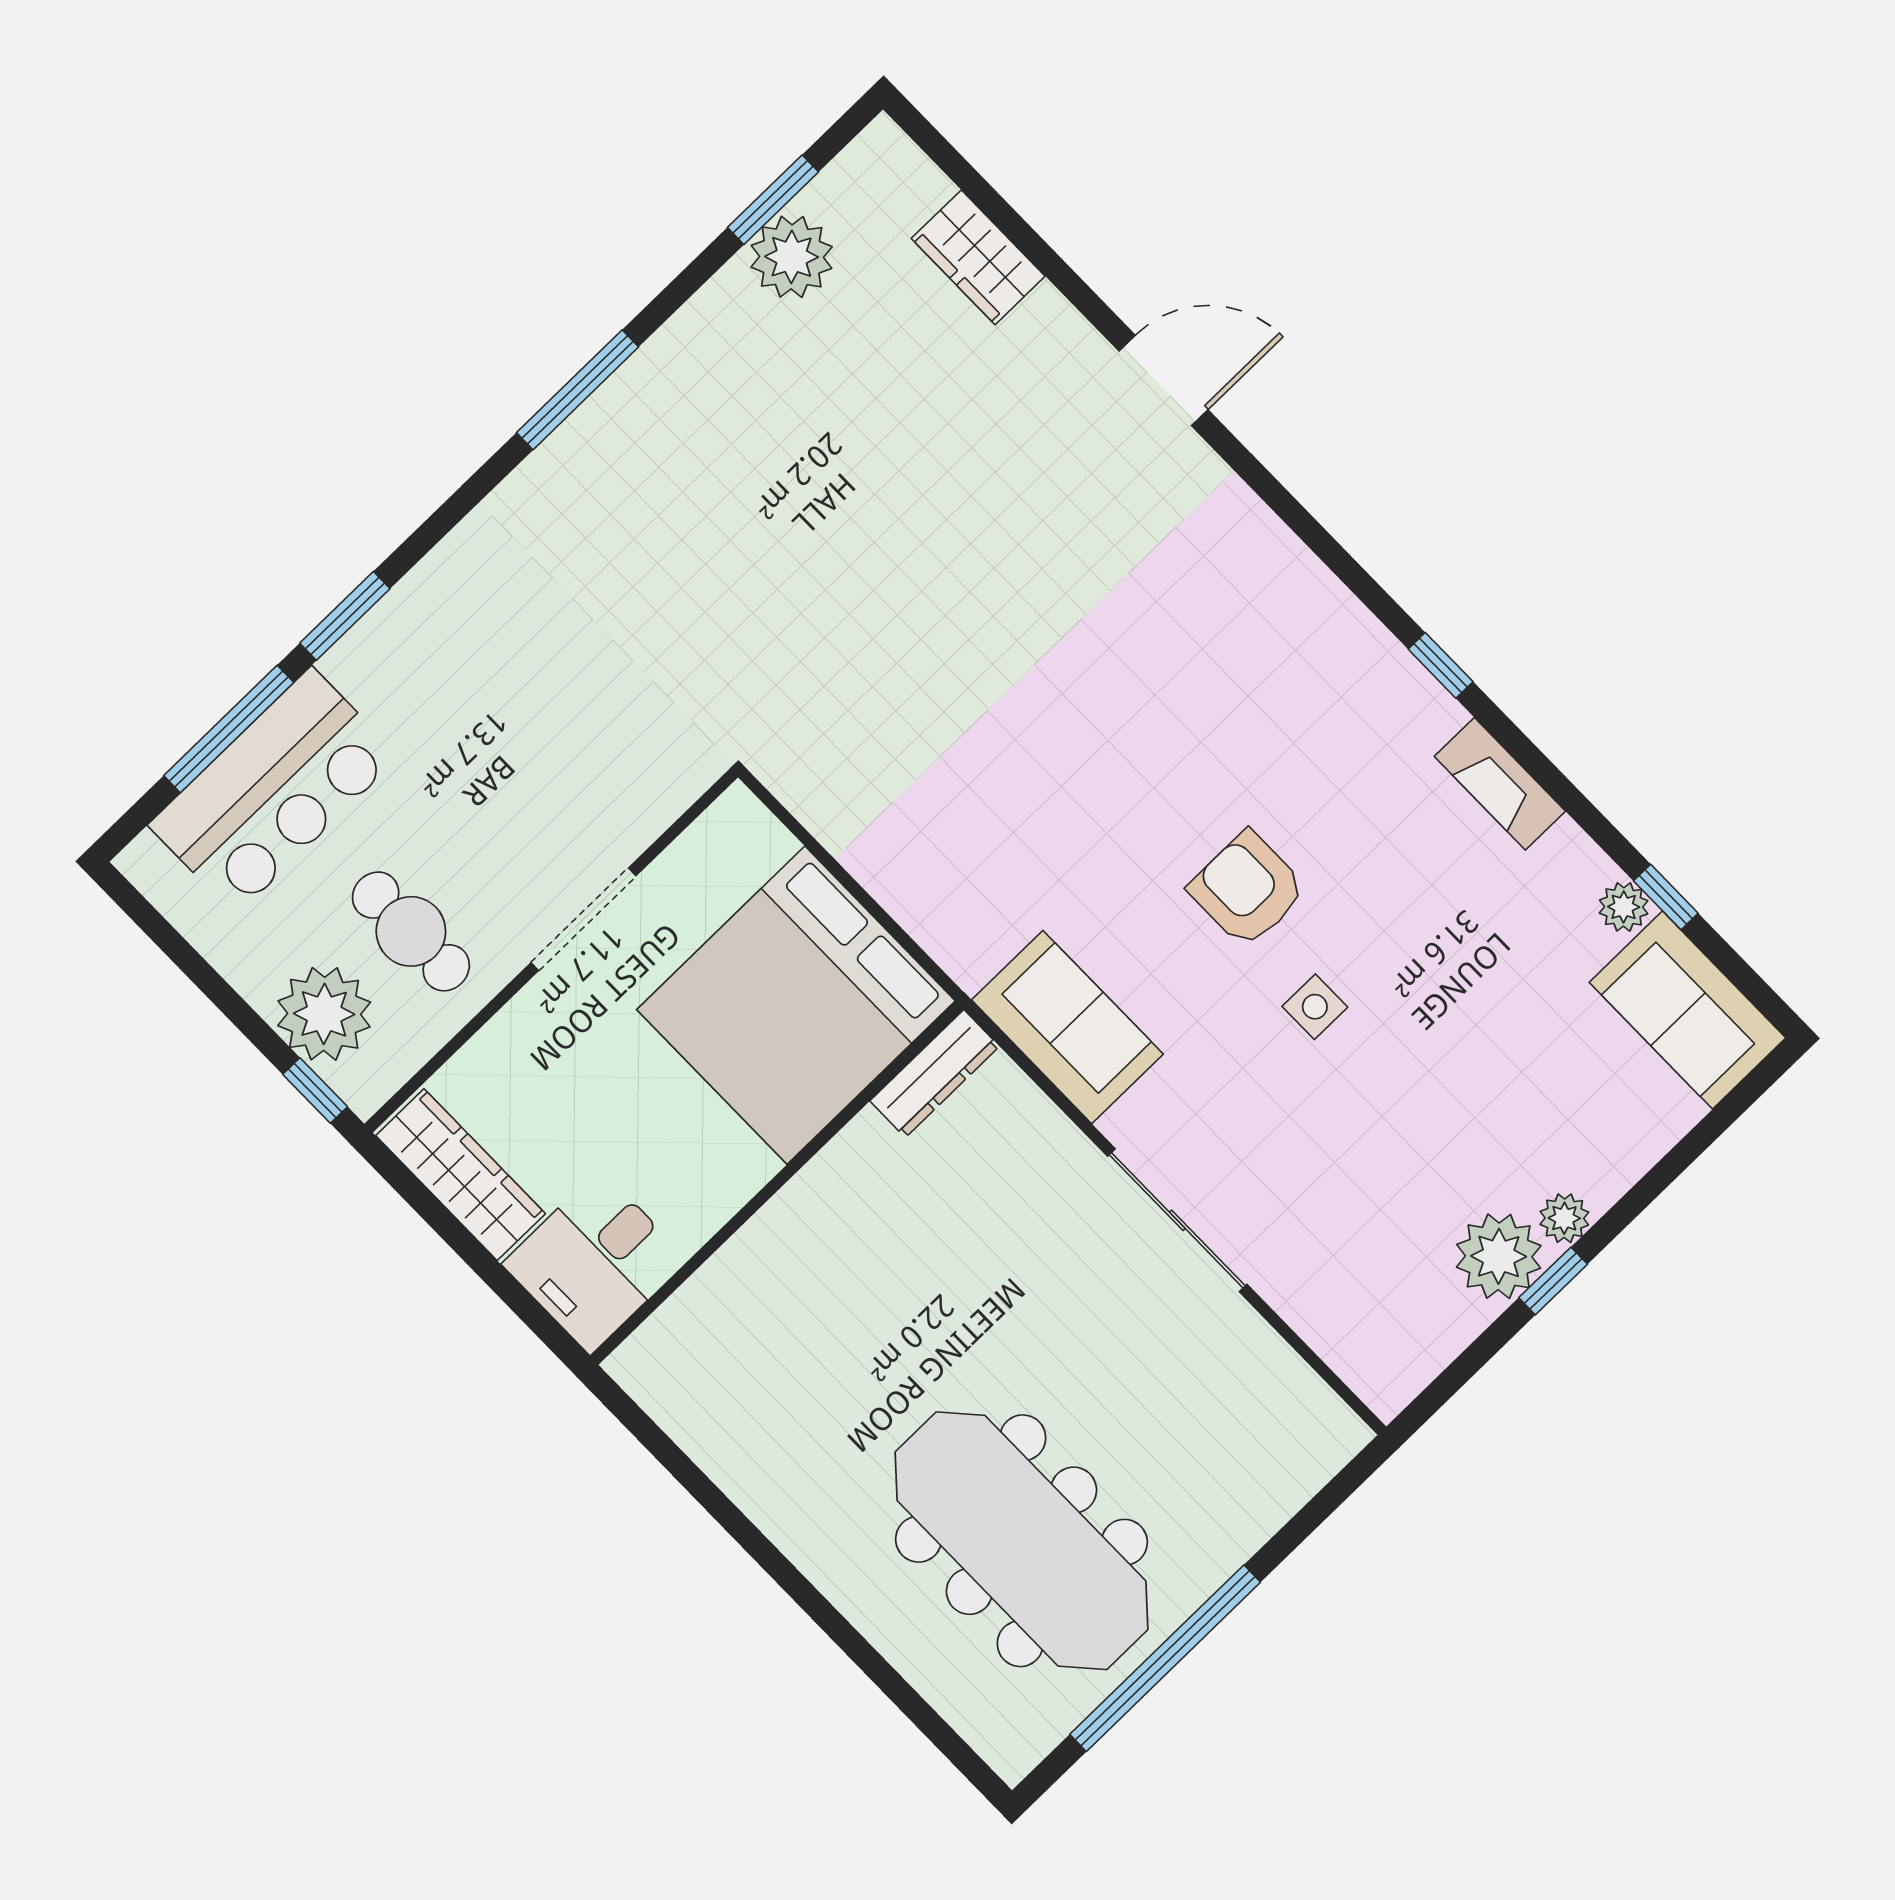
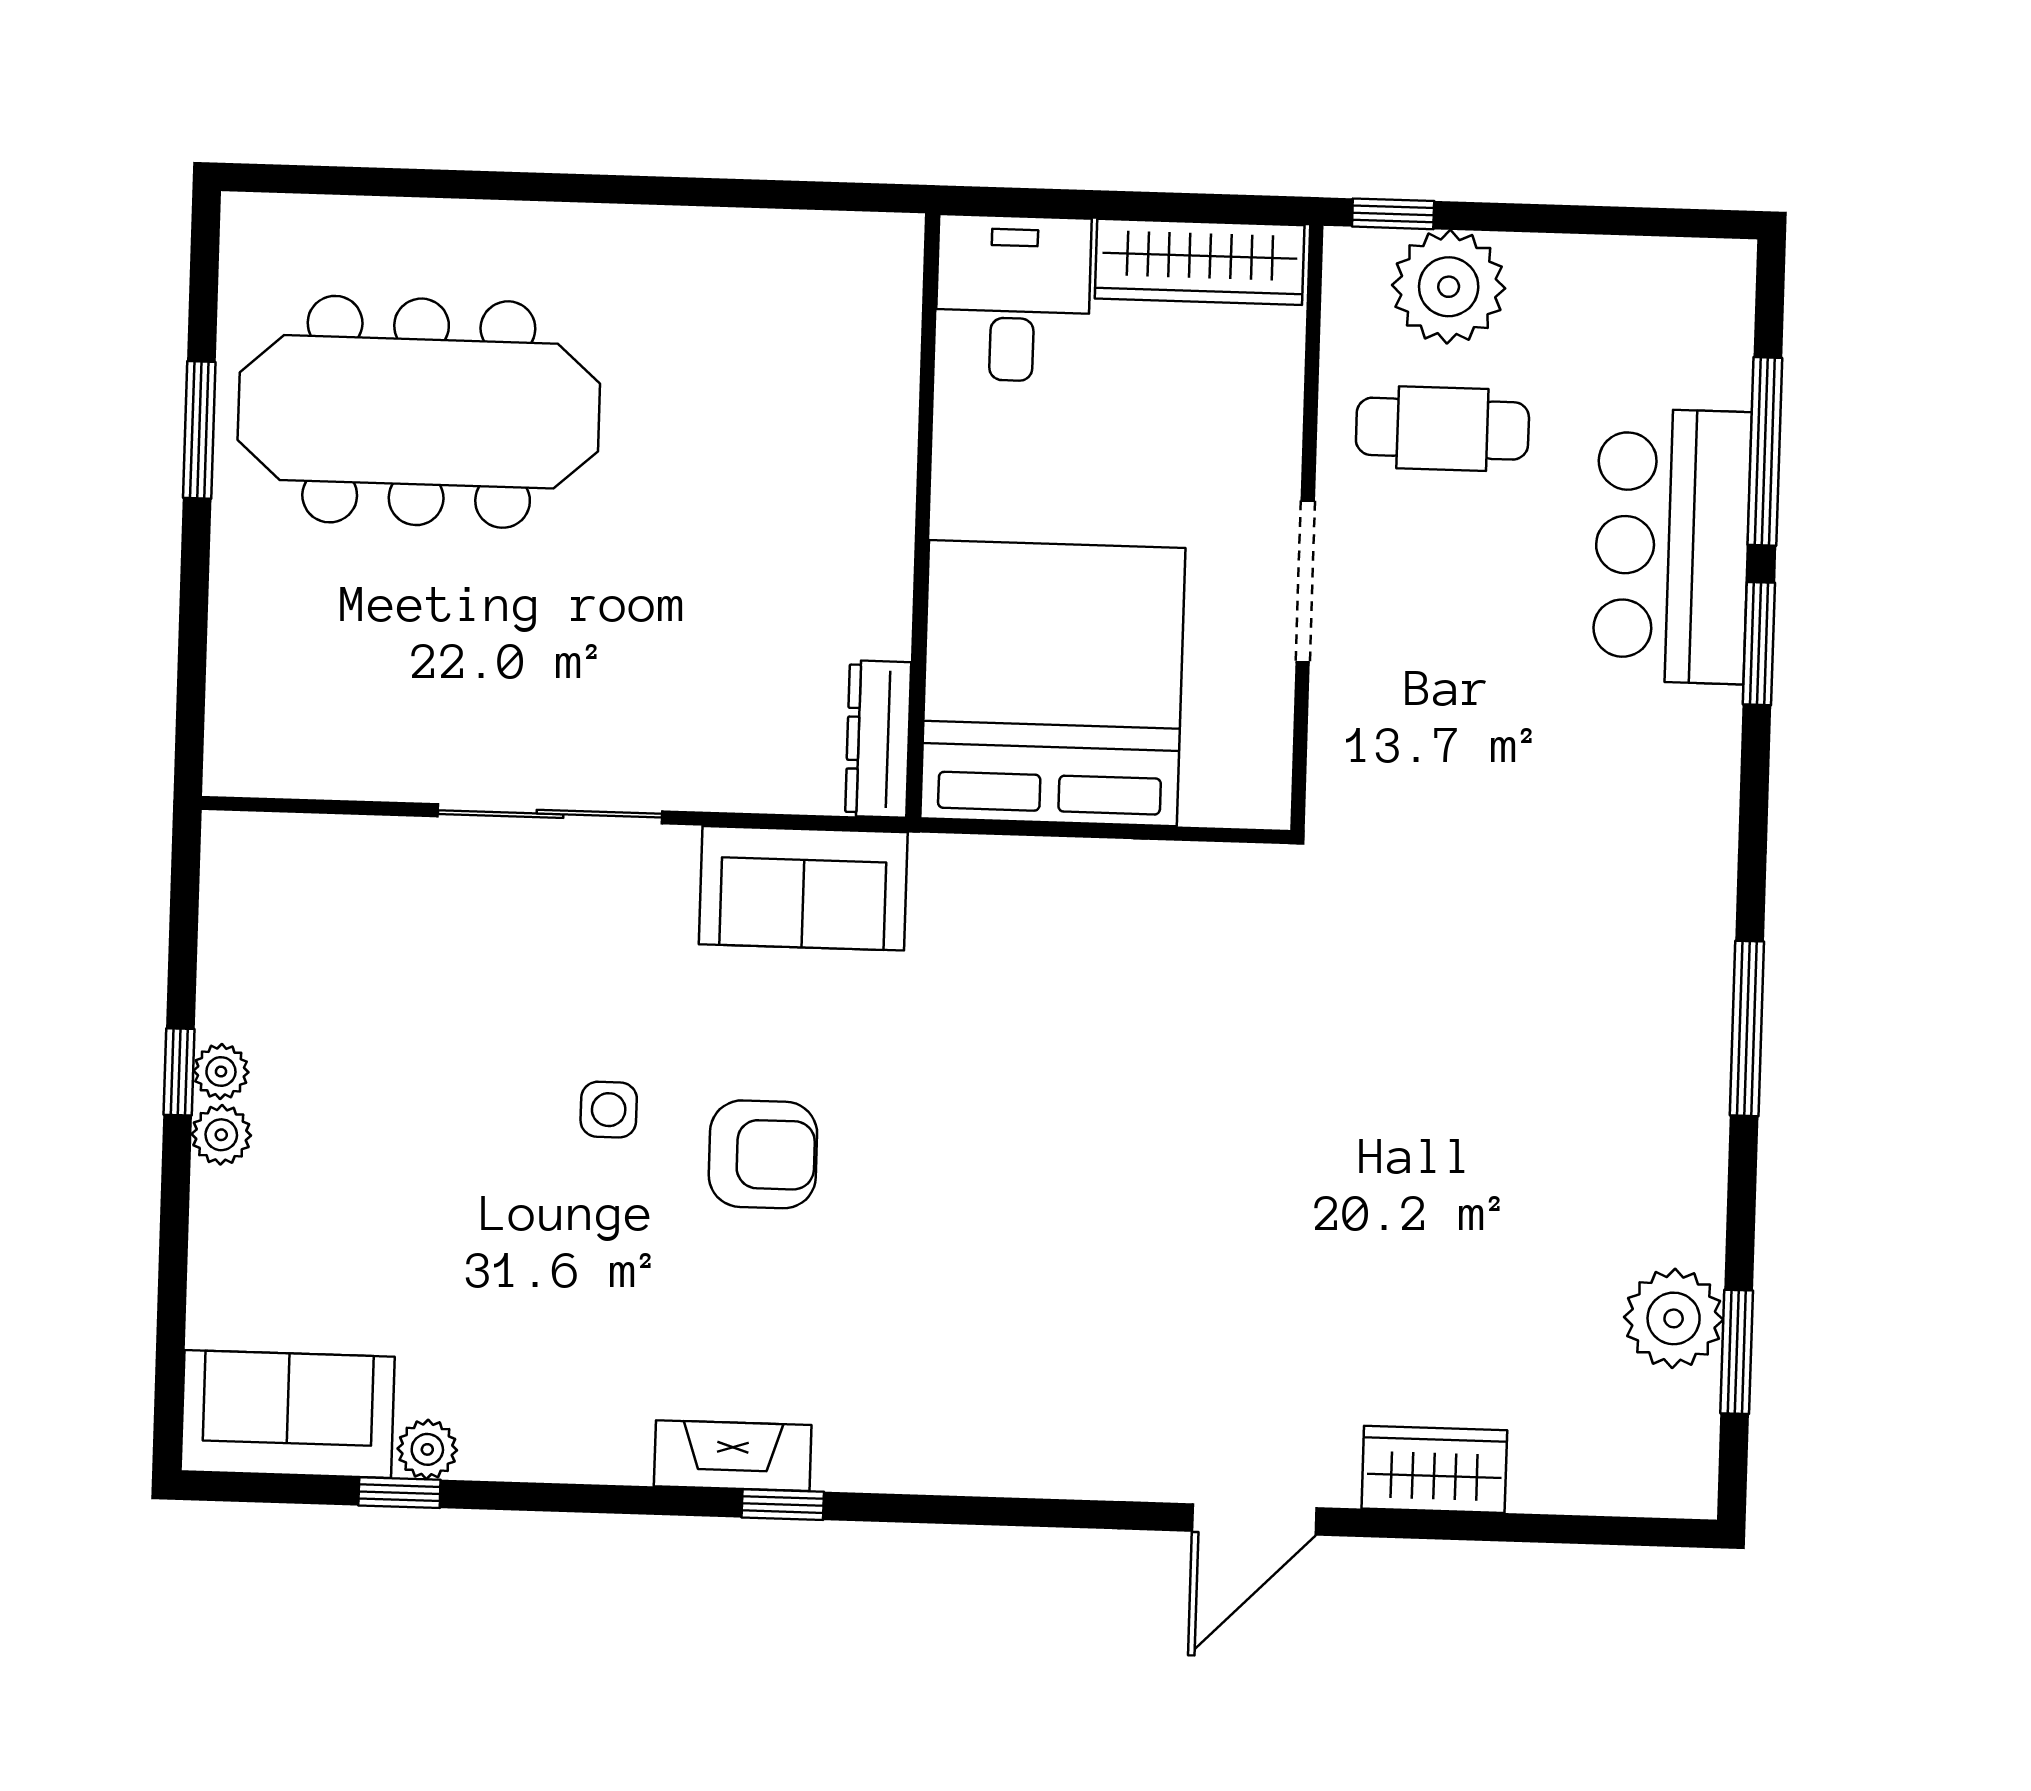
wardrobe: (978, 257) -> (1434, 1469), moved
fireplace: (1500, 784) -> (733, 1456), moved
bar counter: (274, 791) -> (1672, 546), moved
plant: (1499, 1256) -> (221, 1071), width x0.53, depth x0.53
window: (1165, 1658) -> (199, 430), width x0.47

